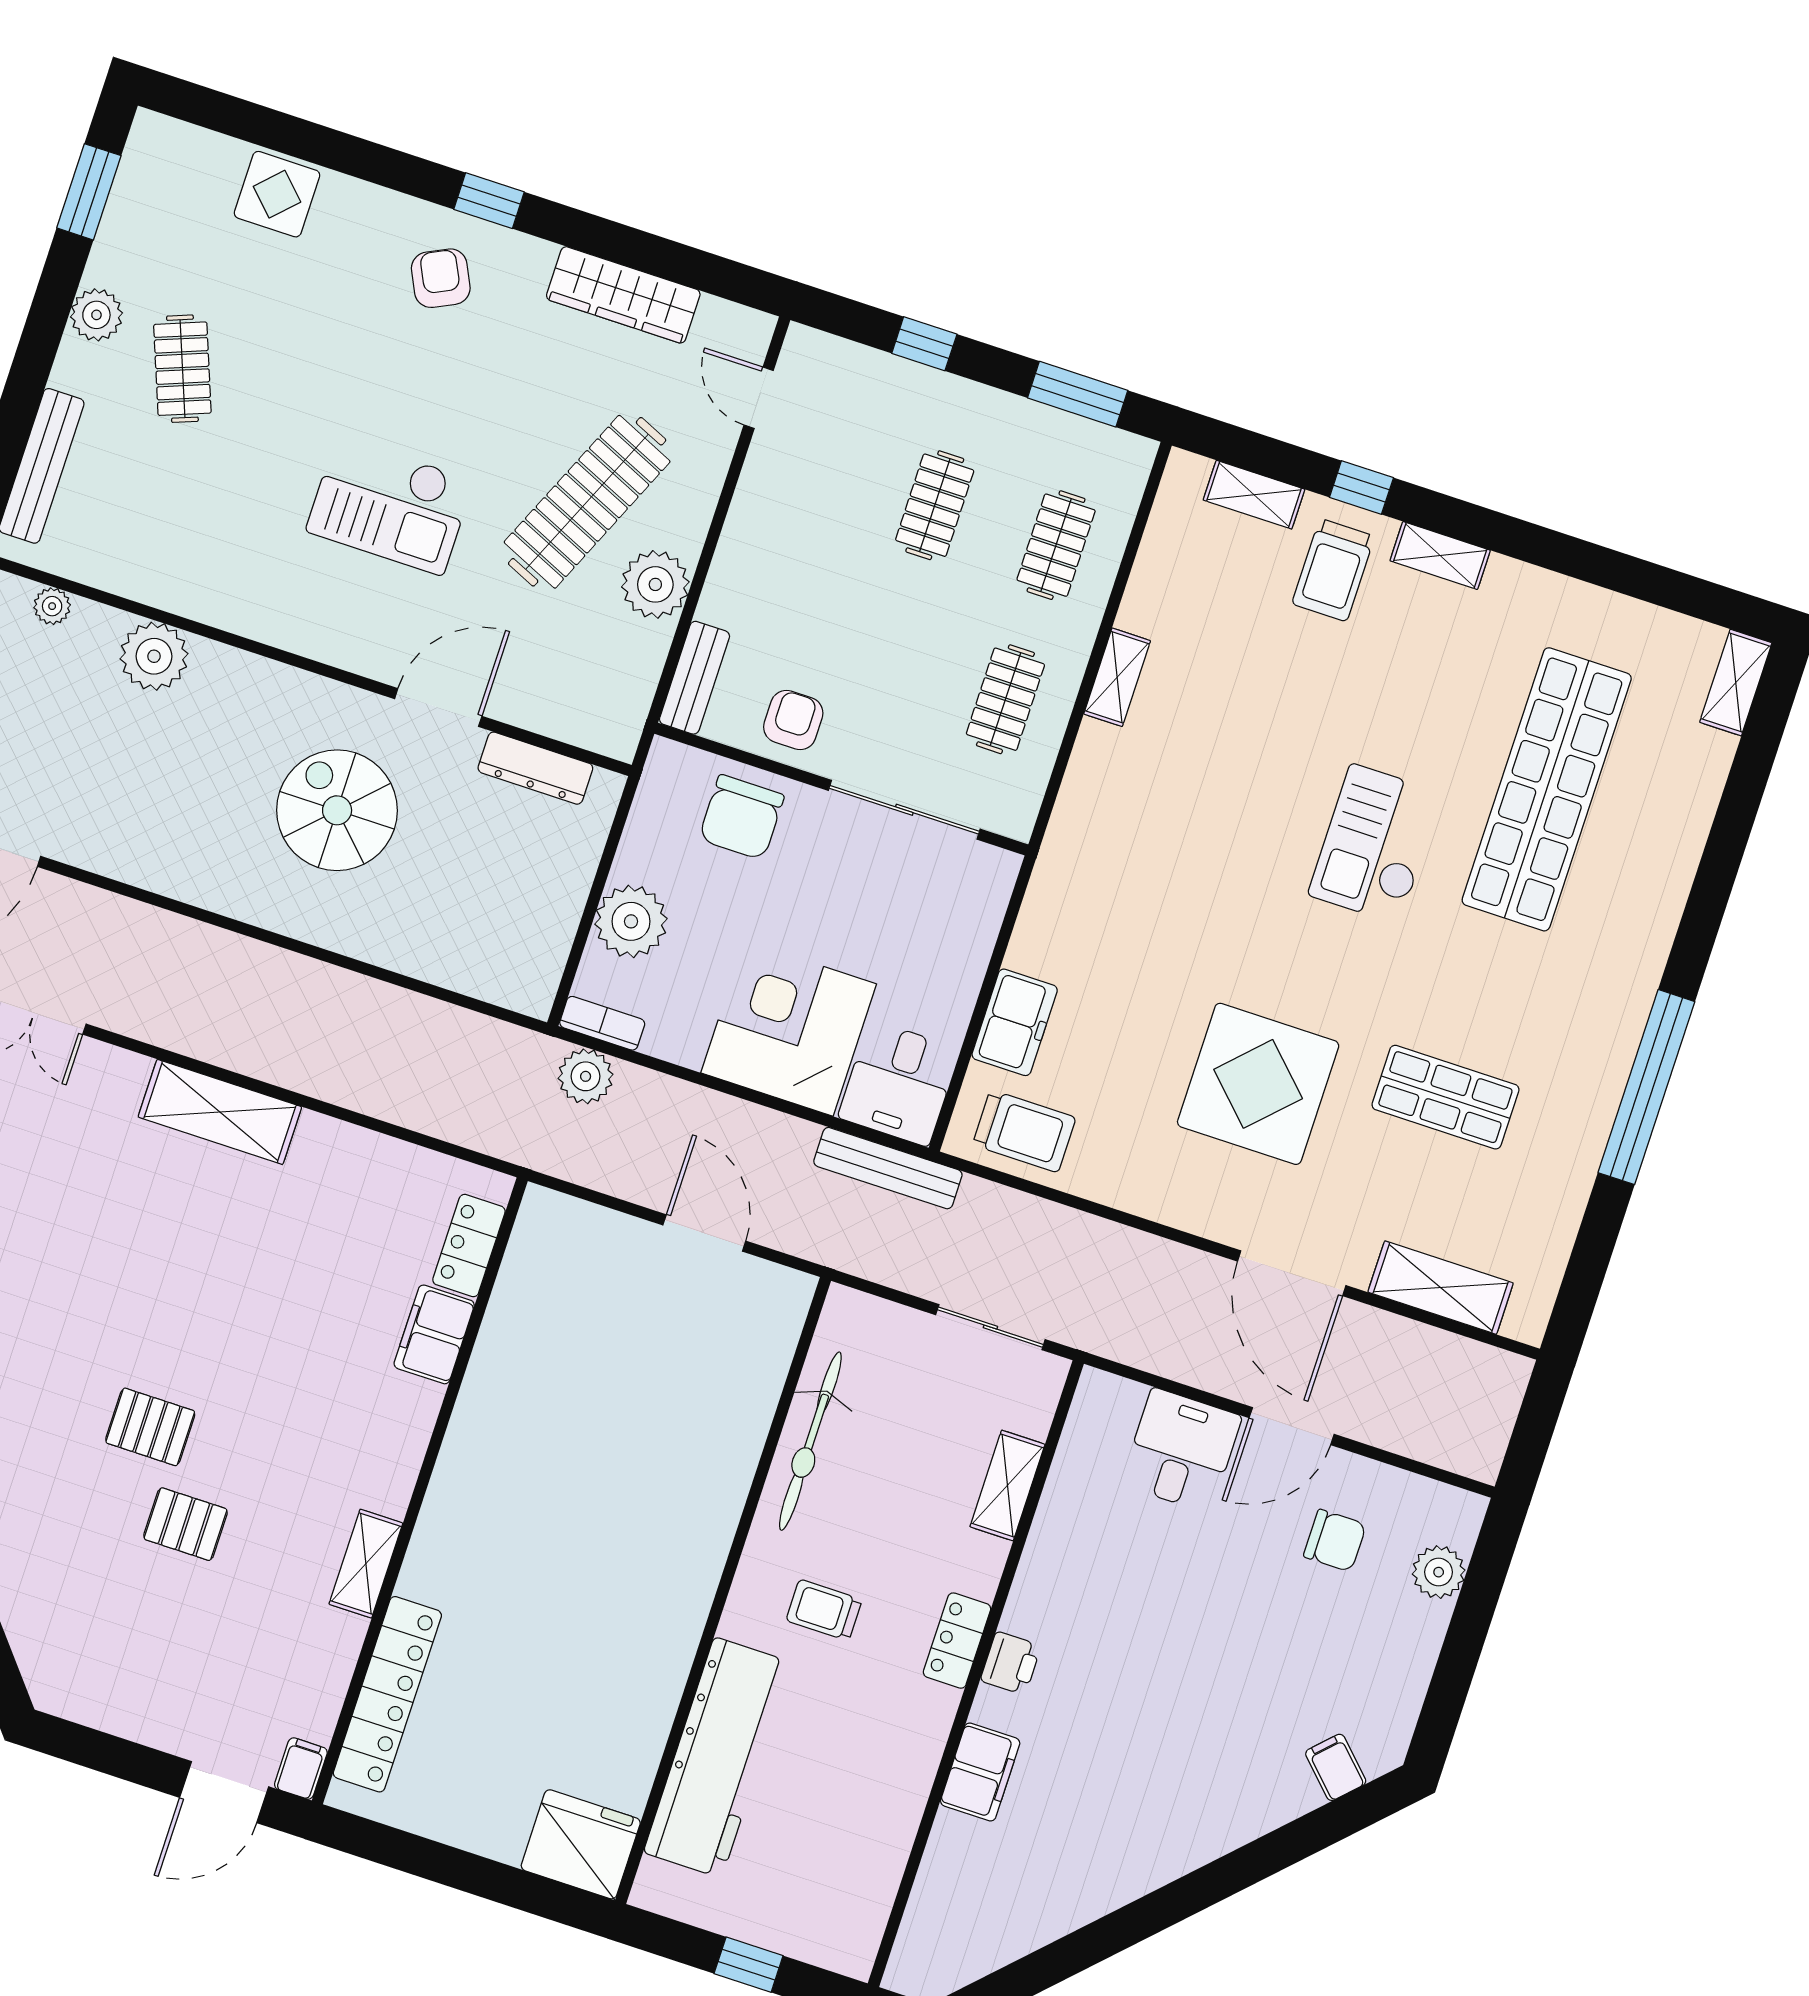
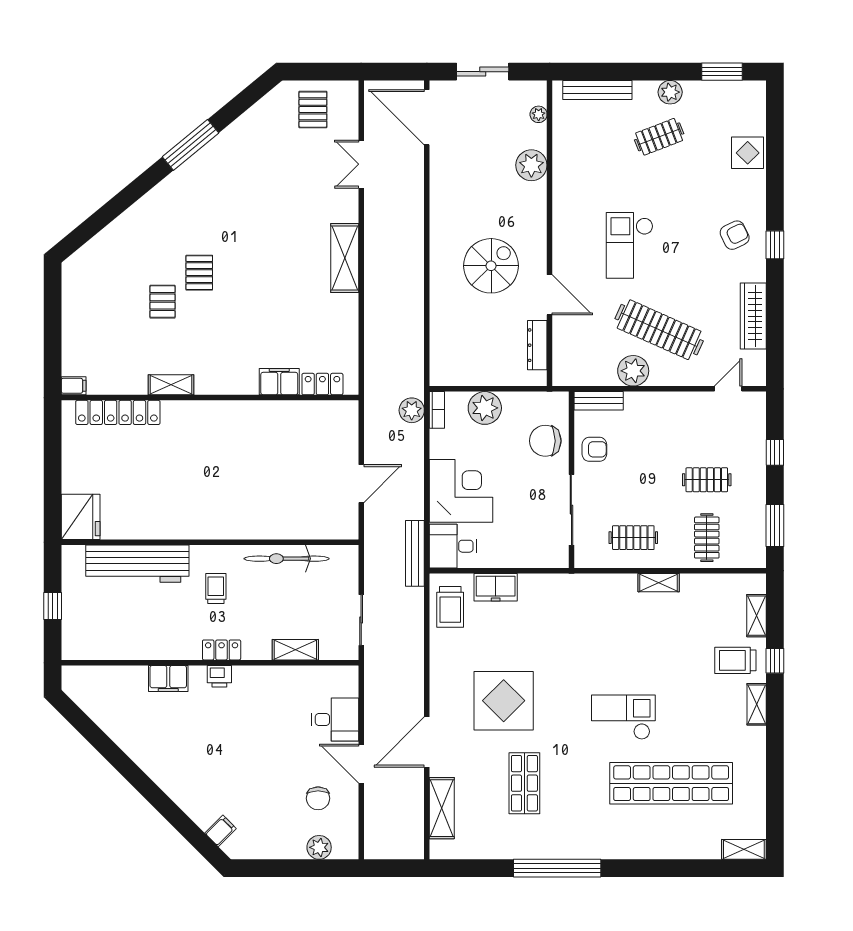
clothes rail: (1056, 545) -> (707, 538), turned 90
door: (224, 1792) -> (53, 356), removed

